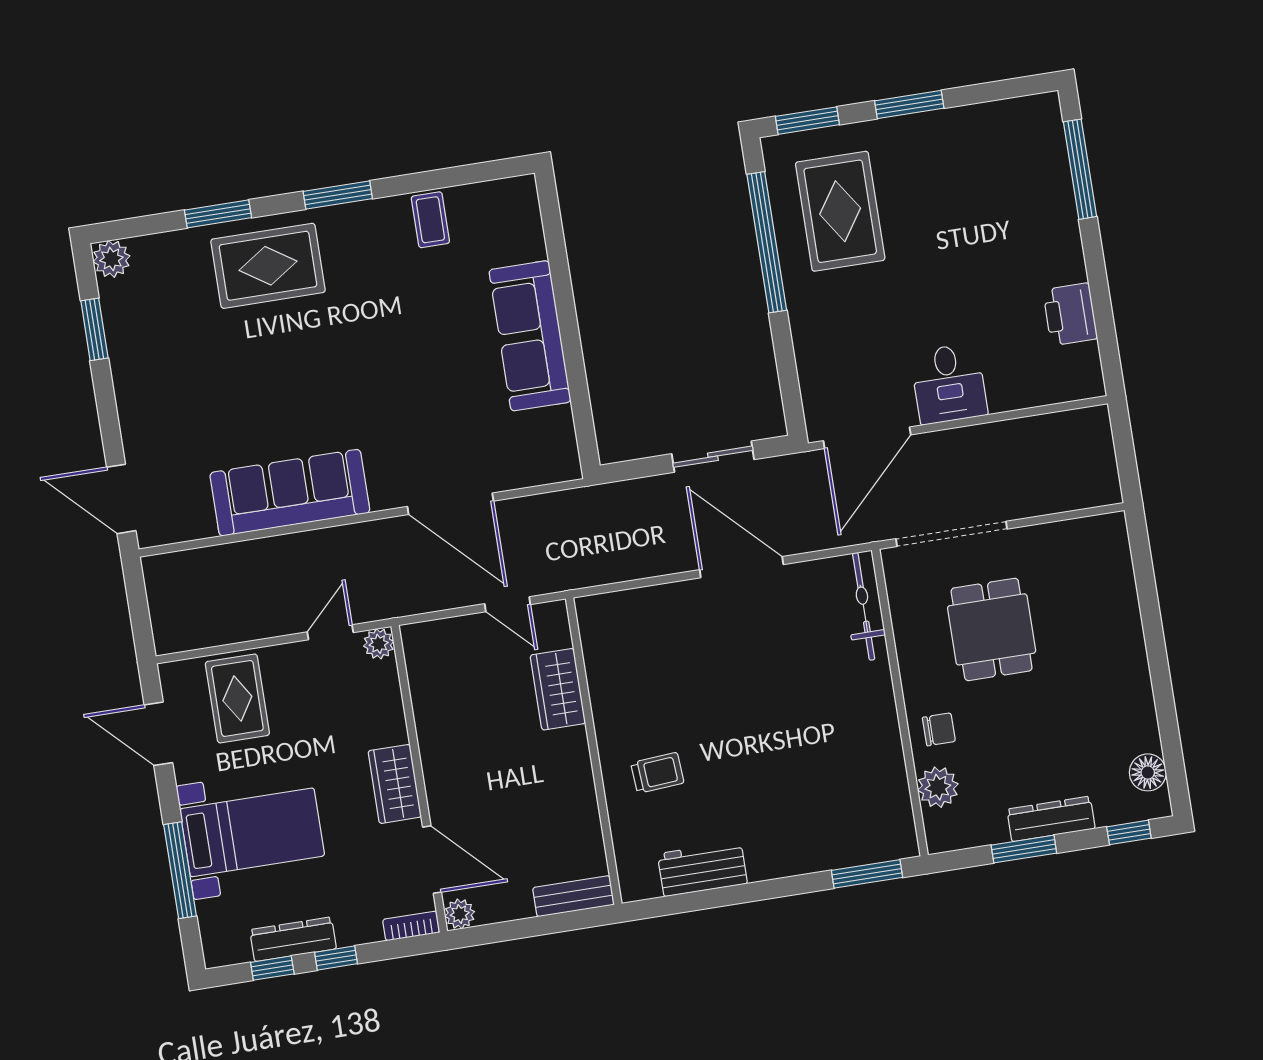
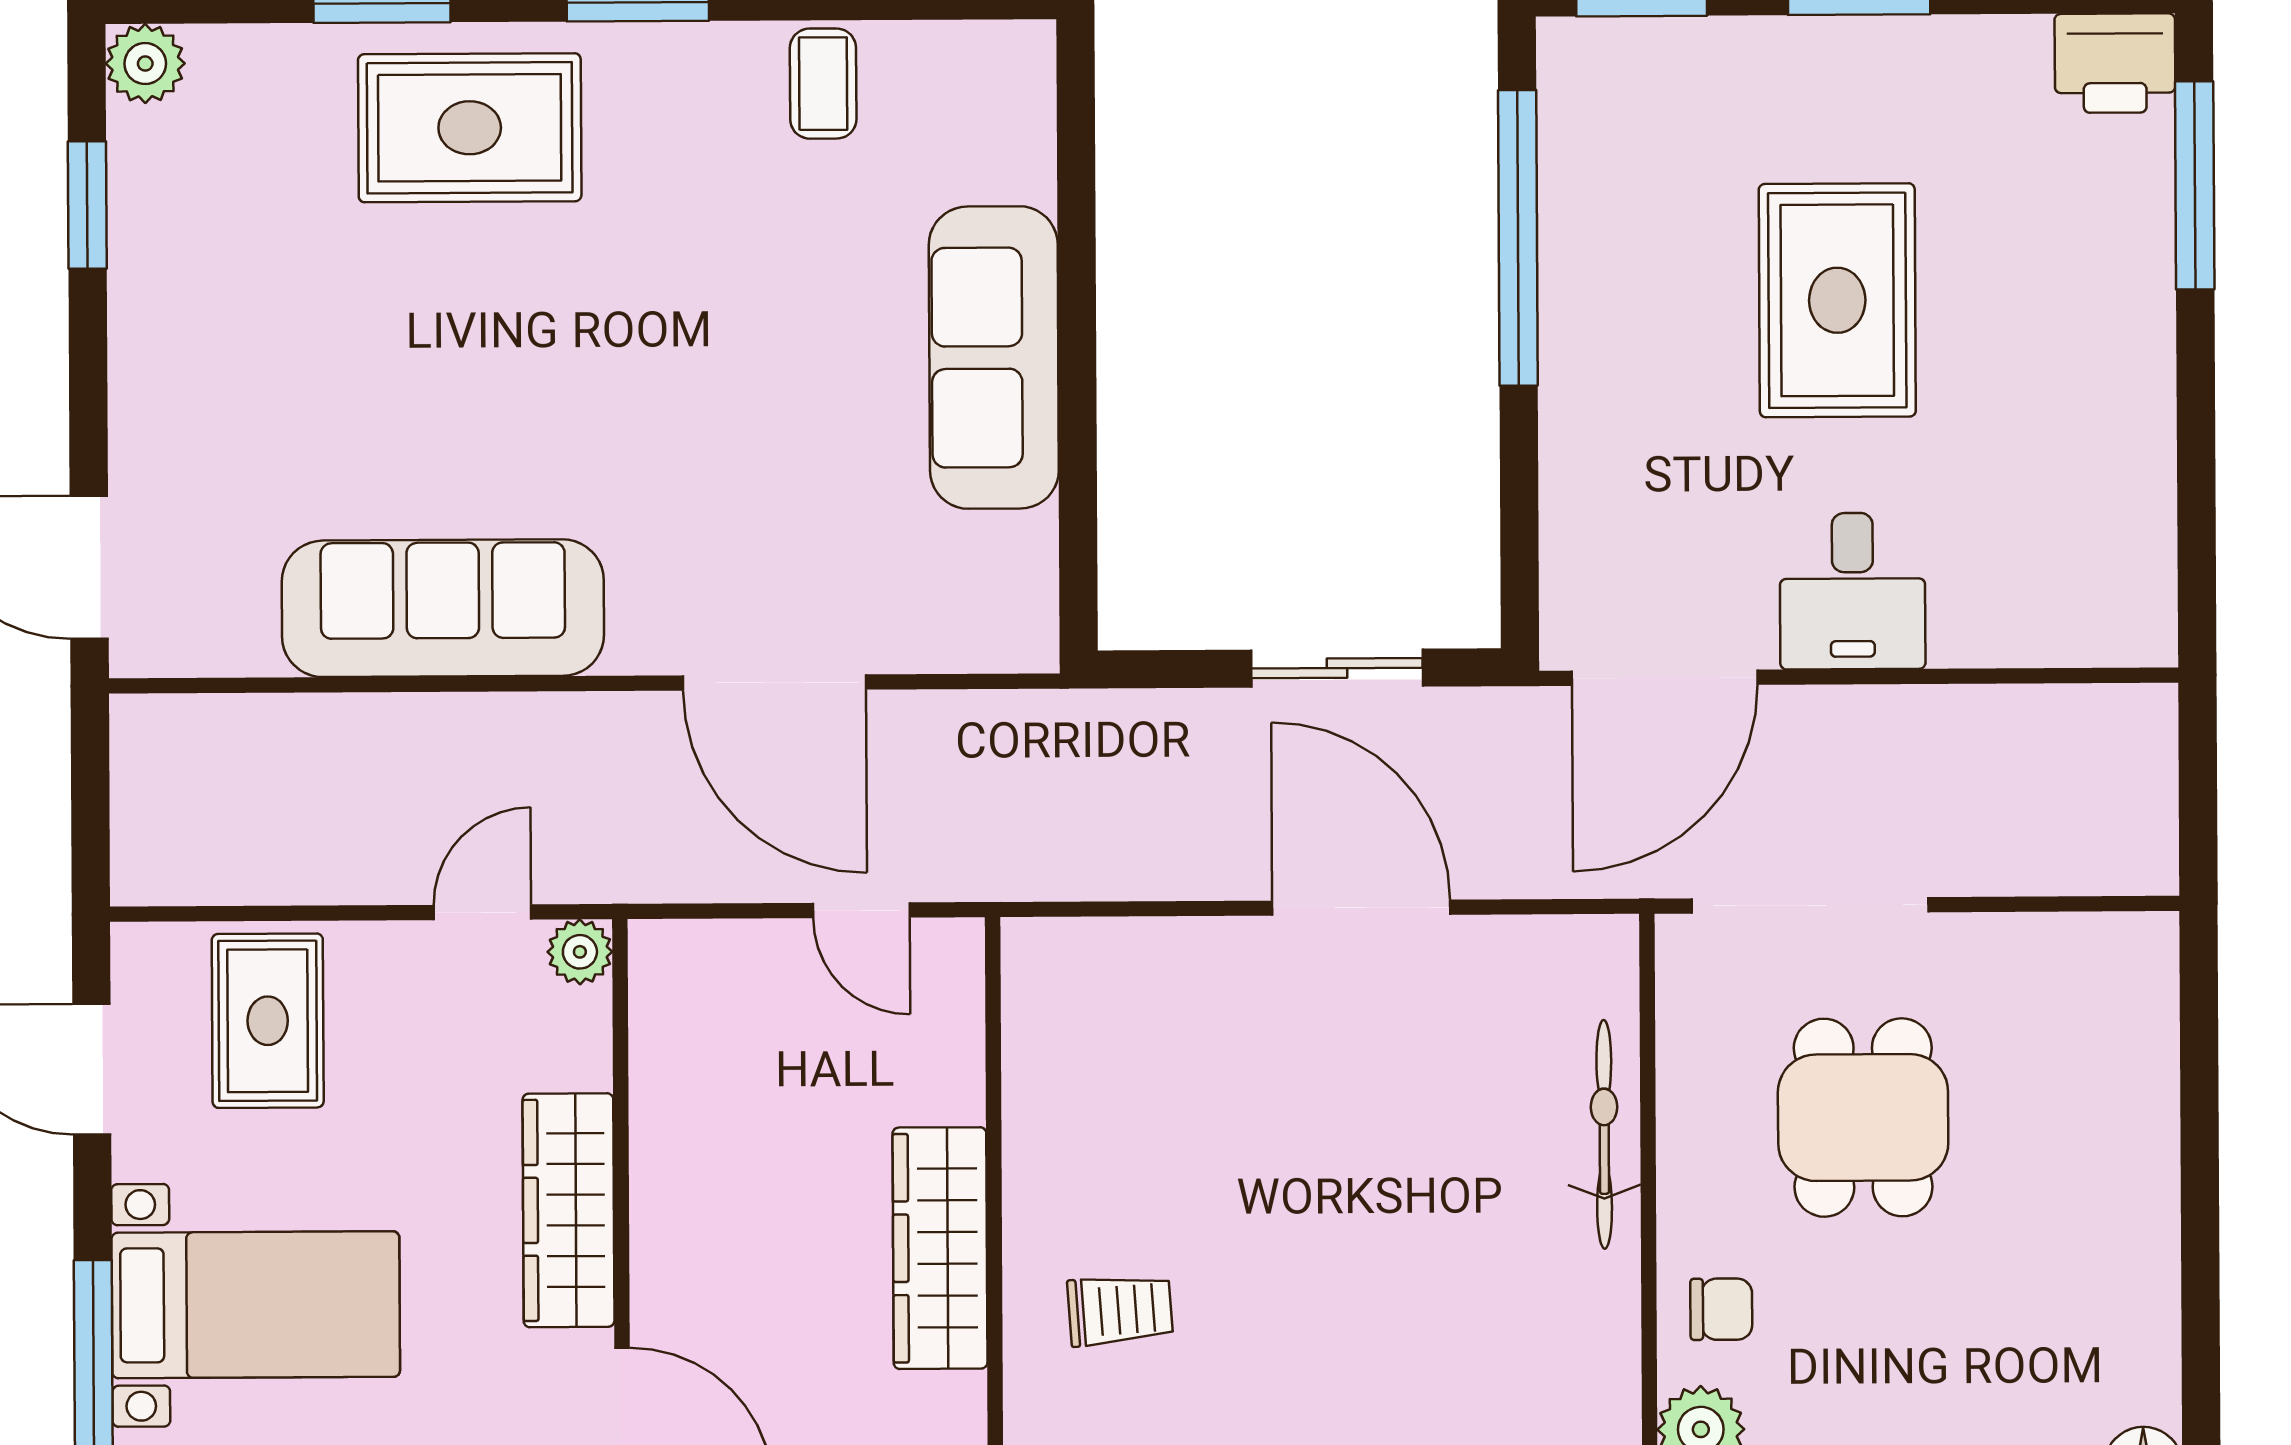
rug: (840, 211) -> (1837, 300), moved
printer: (1070, 314) -> (2115, 63), moved, turned -90
bicycle: (864, 606) -> (1604, 1134), moved
wardrobe: (558, 689) -> (940, 1248), moved, width x1.50
wardrobe: (395, 784) -> (568, 1210), width x1.50

